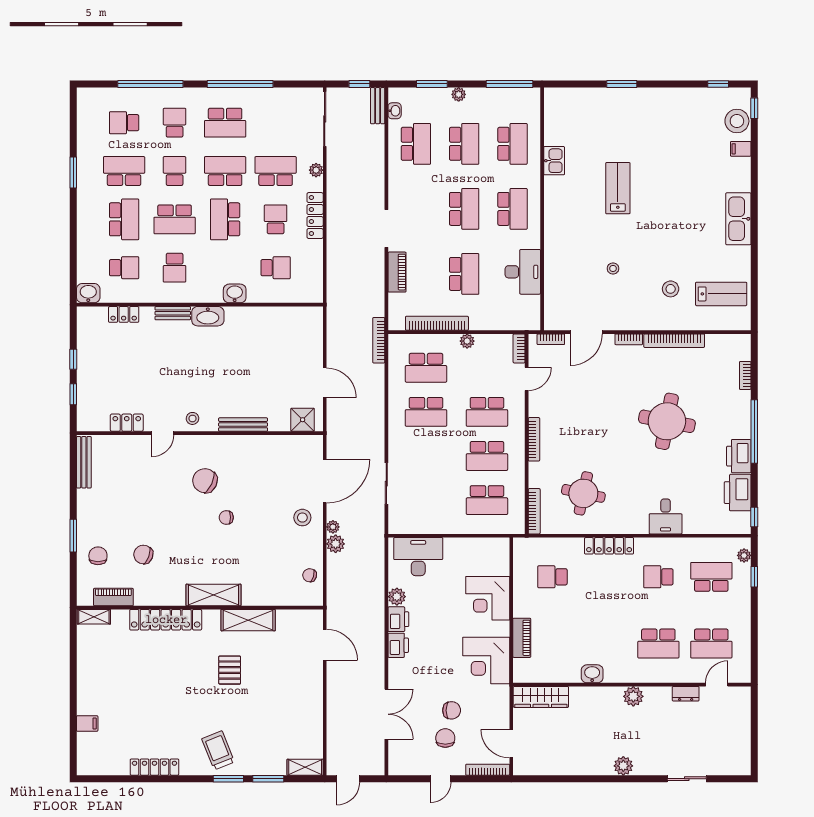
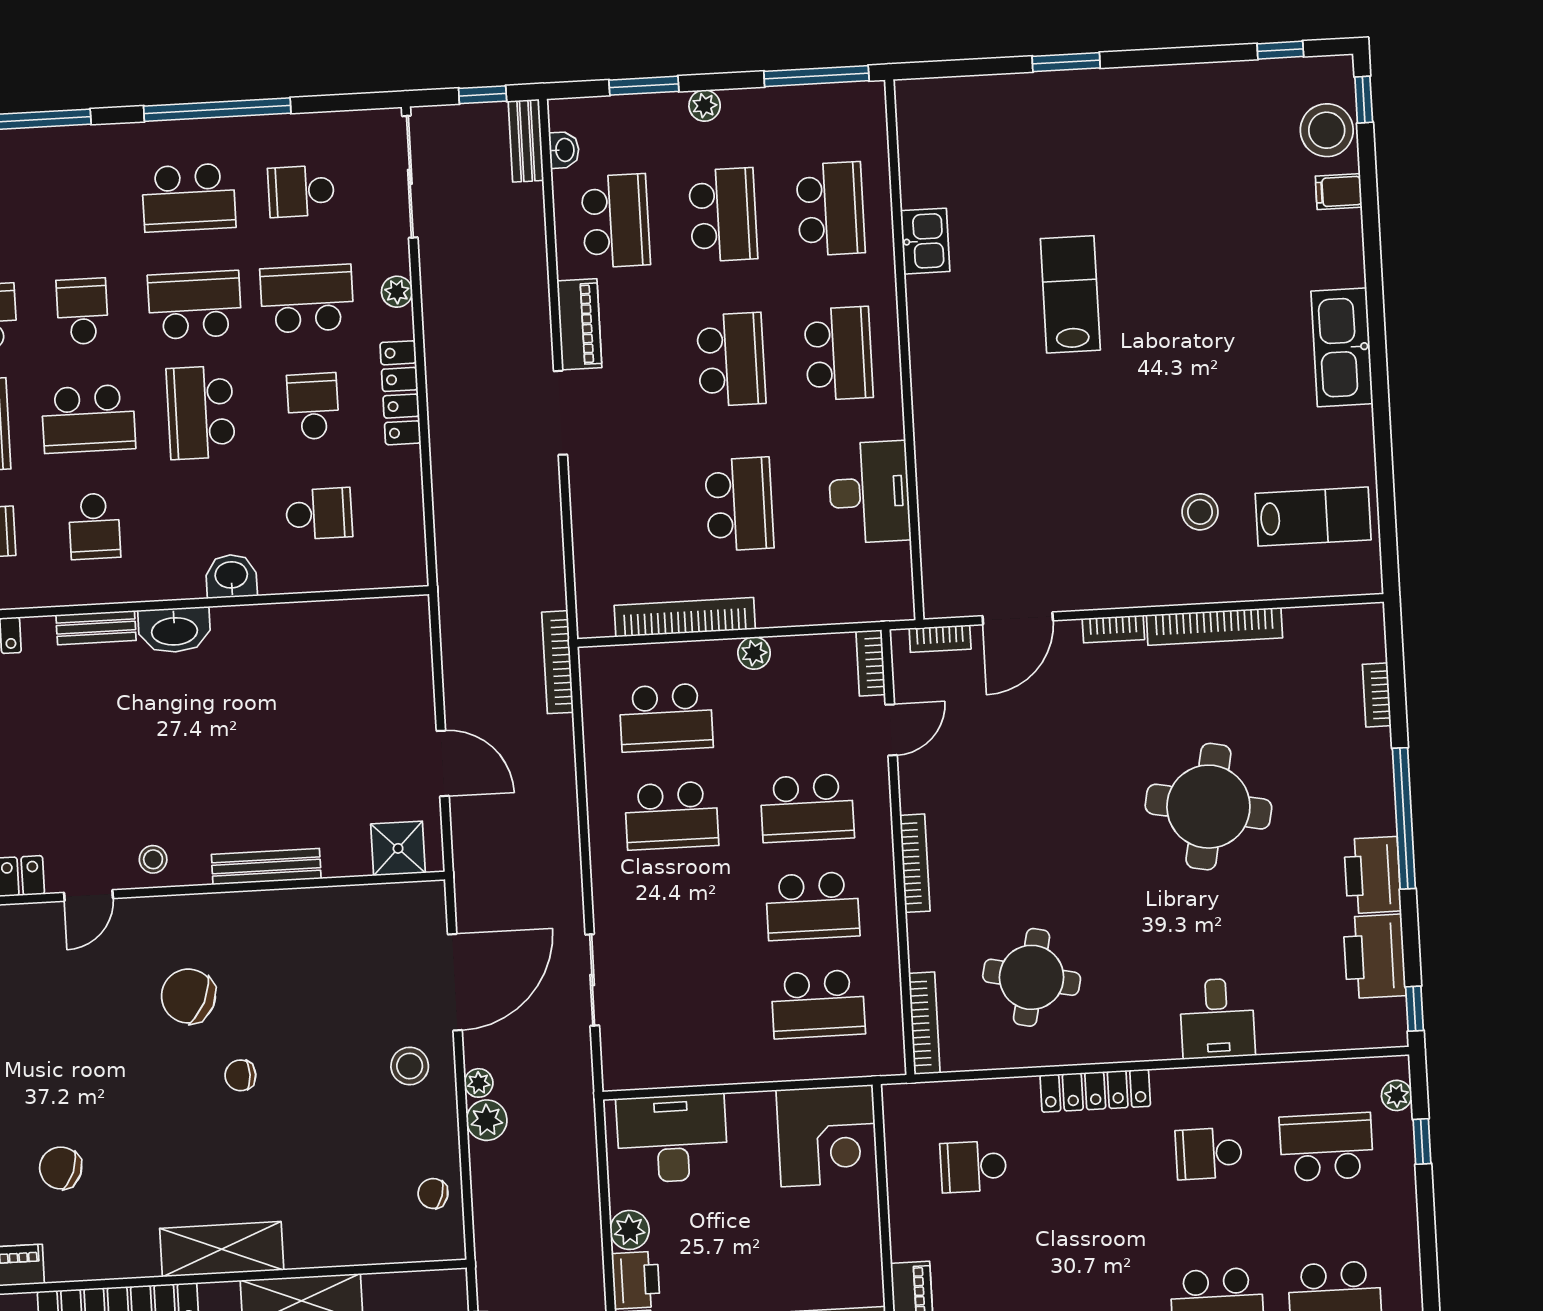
school desk: (175, 123) -> (301, 191), moved, turned -90
stool: (613, 268) -> (1069, 473), removed
piano: (397, 272) -> (579, 324), moved
corner desk: (488, 598) -> (827, 1136), moved, turned -90

